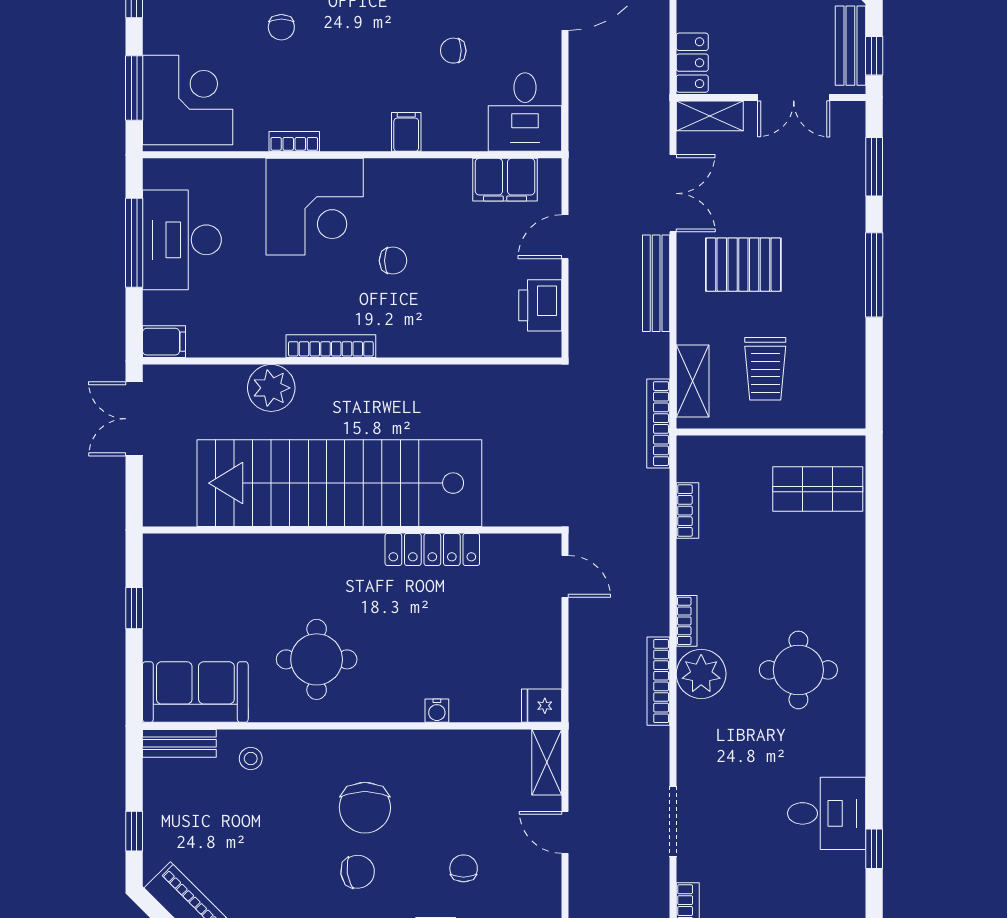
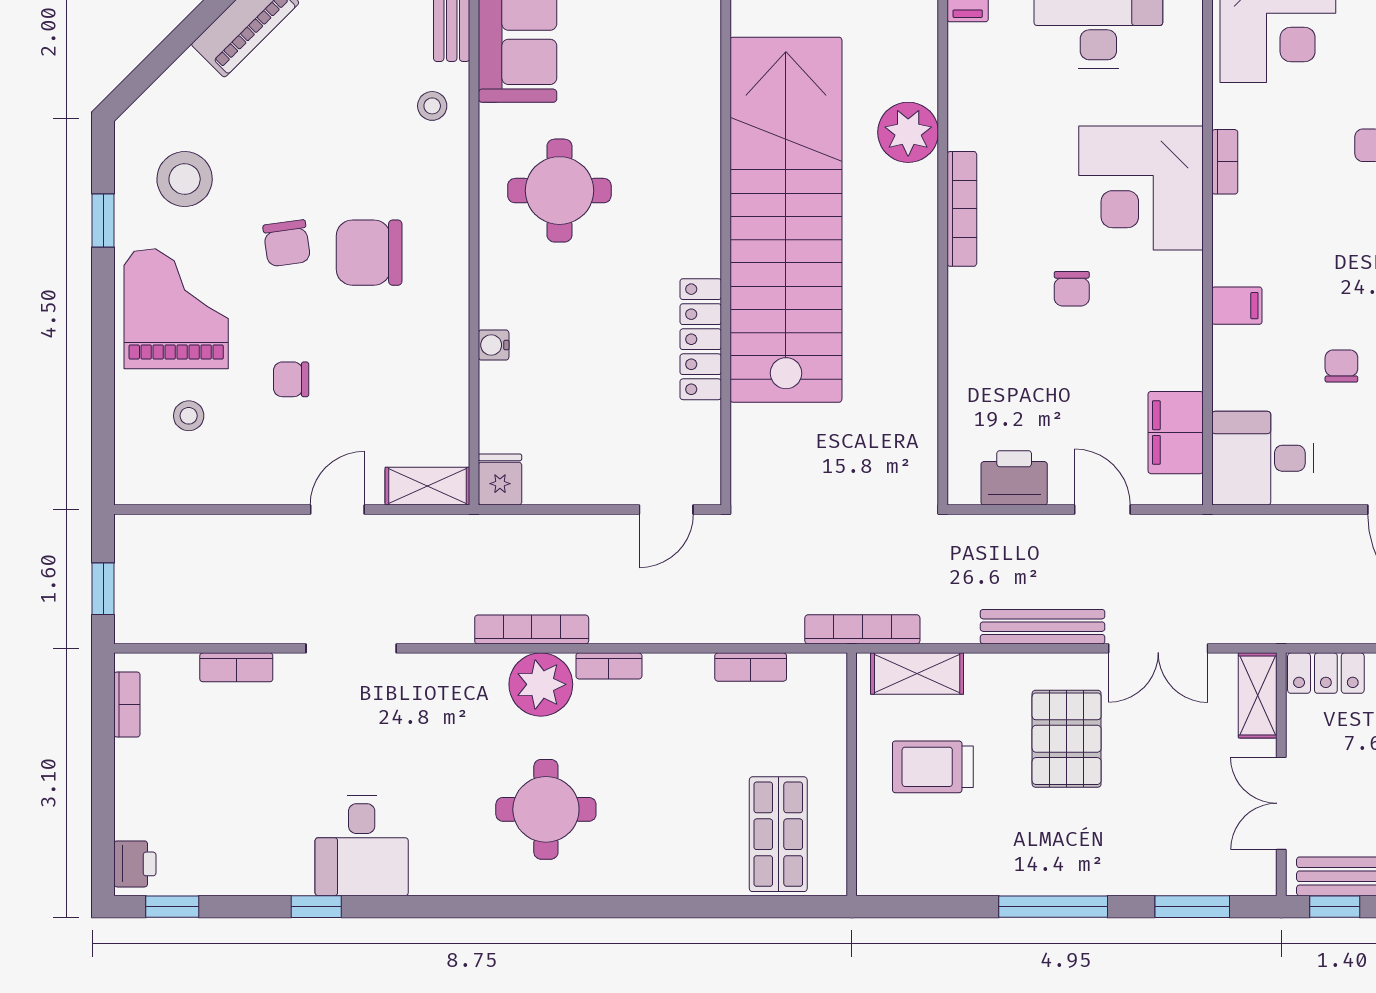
chair: (464, 868) -> (291, 379), turned 180

